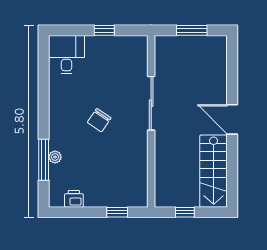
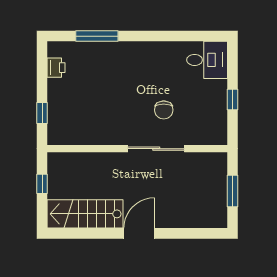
chair: (99, 120) -> (164, 110), moved, turned -124
plant: (55, 157) -> (100, 48), removed

